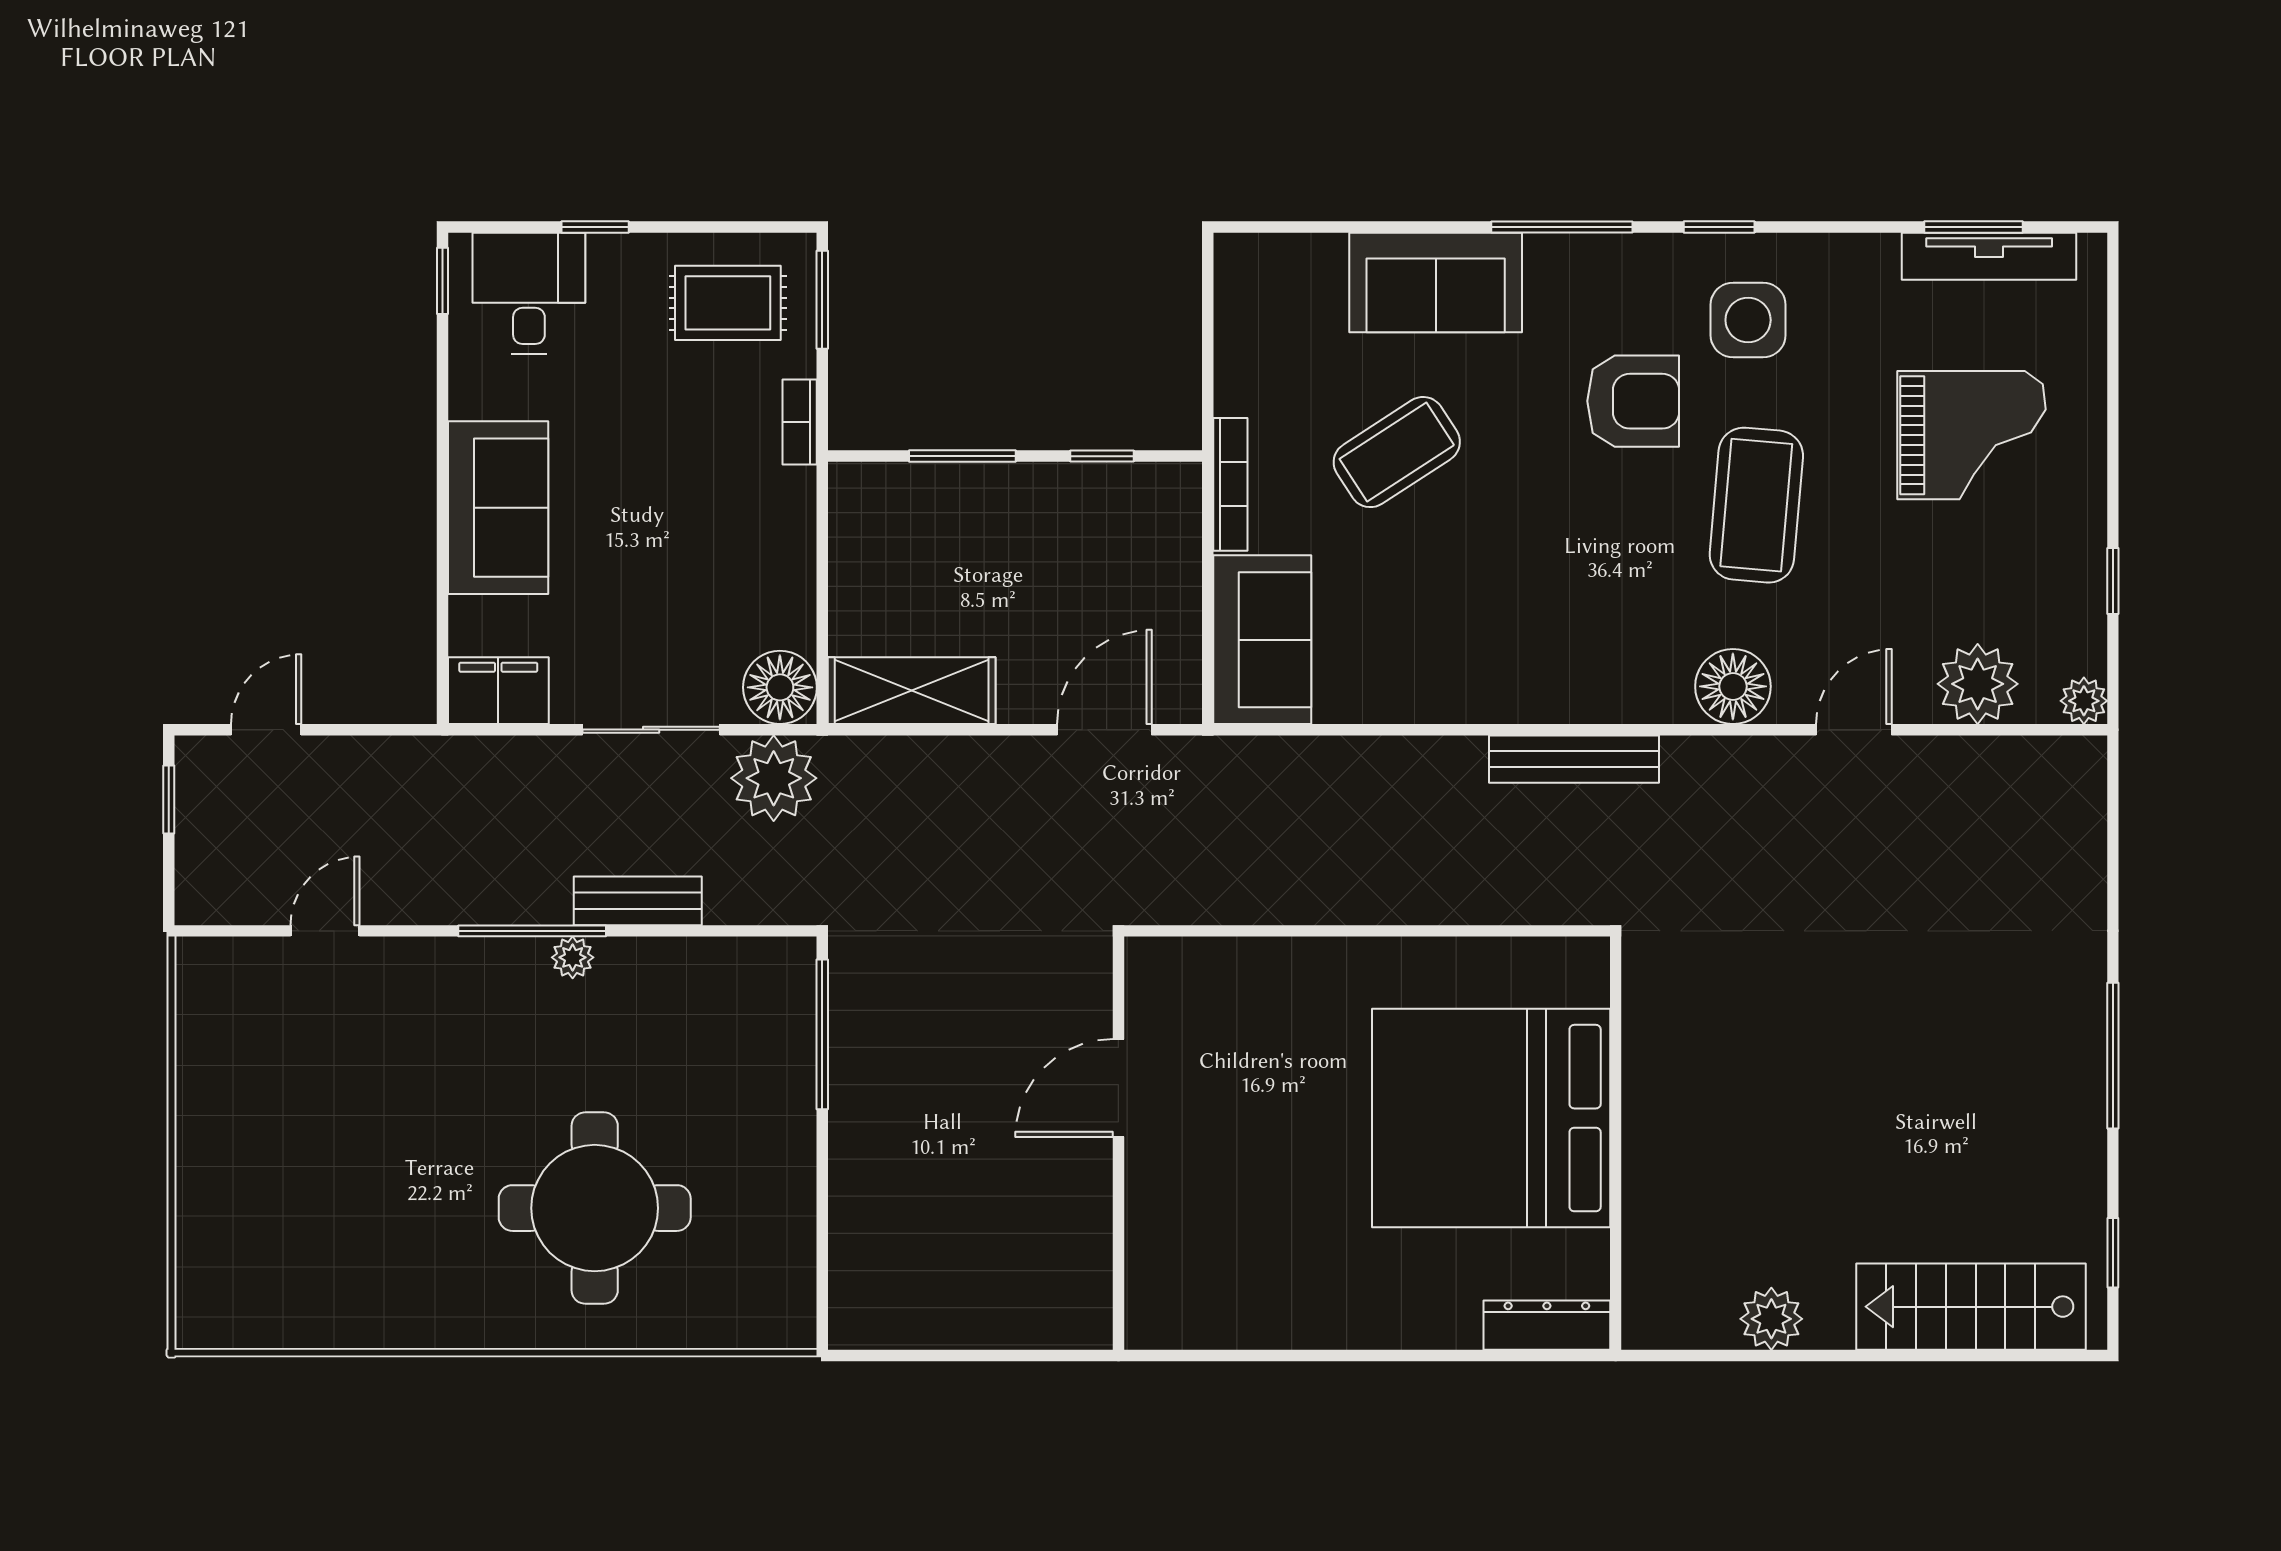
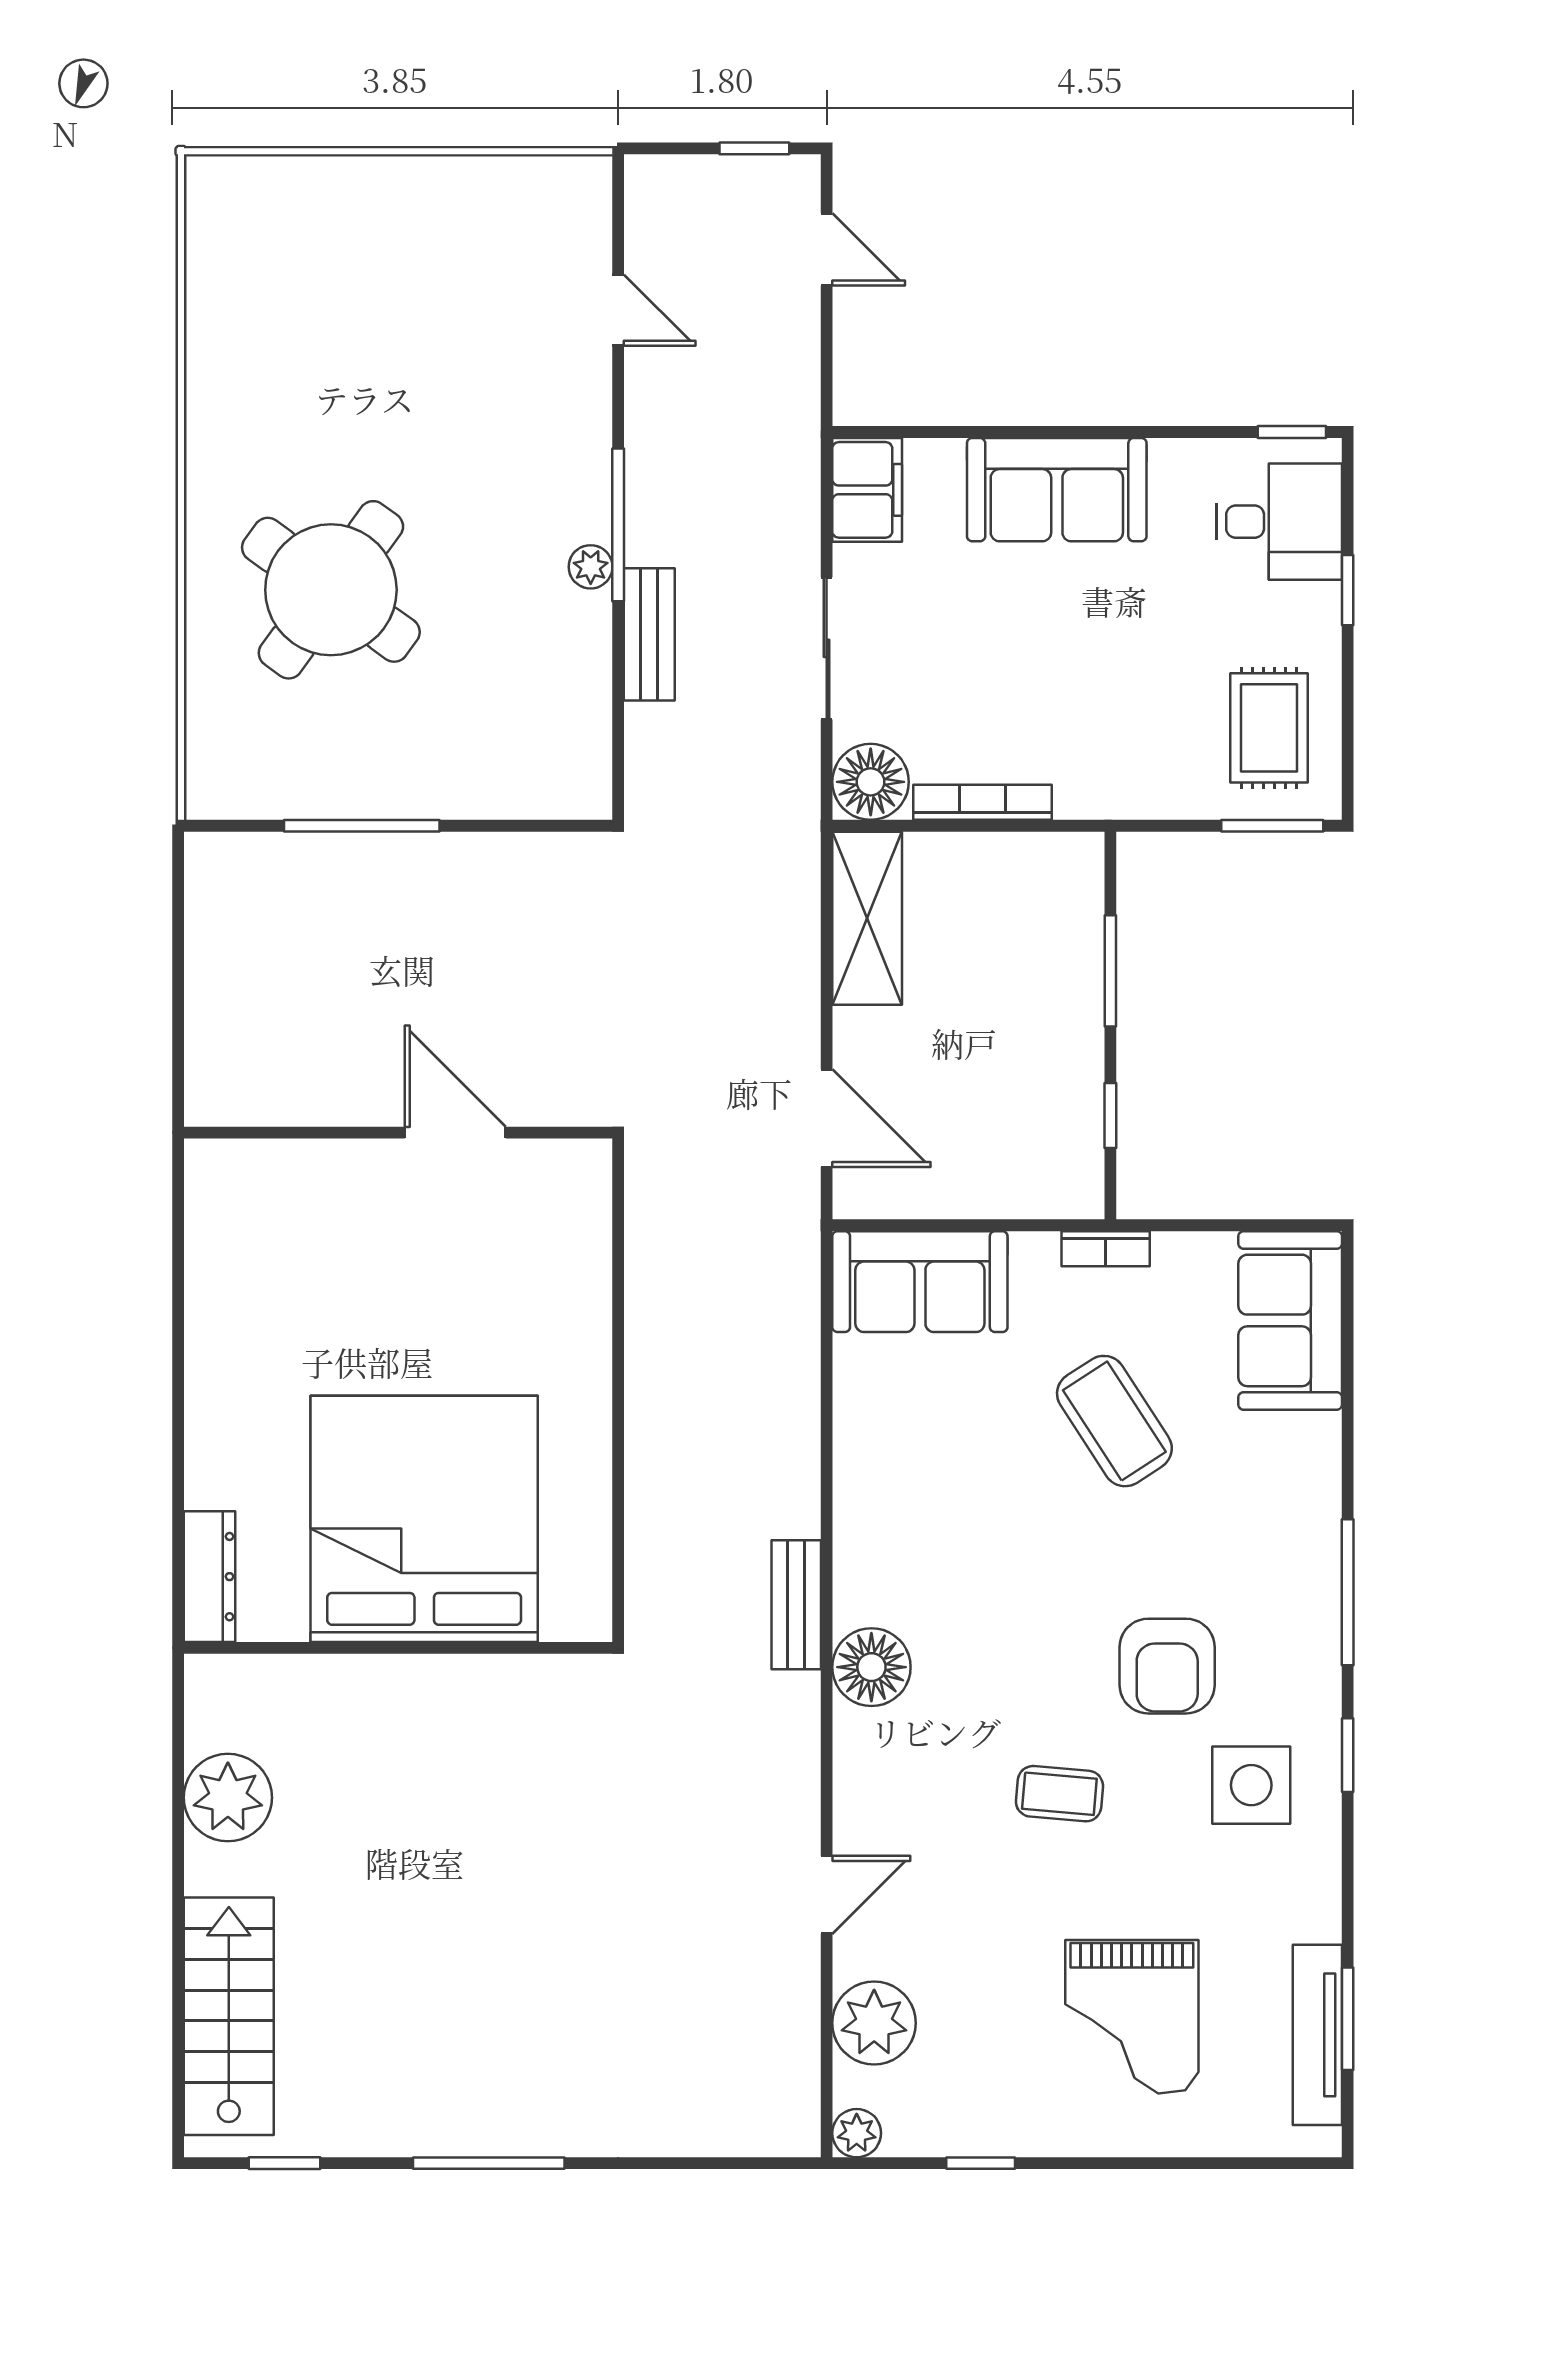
sofa: (1436, 282) -> (1290, 1320), moved
bookcase: (800, 422) -> (982, 802), moved, width x1.56
bookcase: (1230, 484) -> (1106, 1249), width x0.64
coffee table: (1756, 505) -> (1059, 1794), width x0.54, depth x0.58
floor lamp: (1733, 686) -> (871, 1667), moved
door: (1854, 730) -> (827, 1895), hinge flipped
bench: (1574, 759) -> (796, 1605), width x0.73
plant: (774, 778) -> (776, 775), removed
window: (822, 1034) -> (362, 826), moved
round table: (595, 1208) -> (331, 590), turned 36
plant: (1771, 1319) -> (228, 1798), width x1.36, depth x1.36

